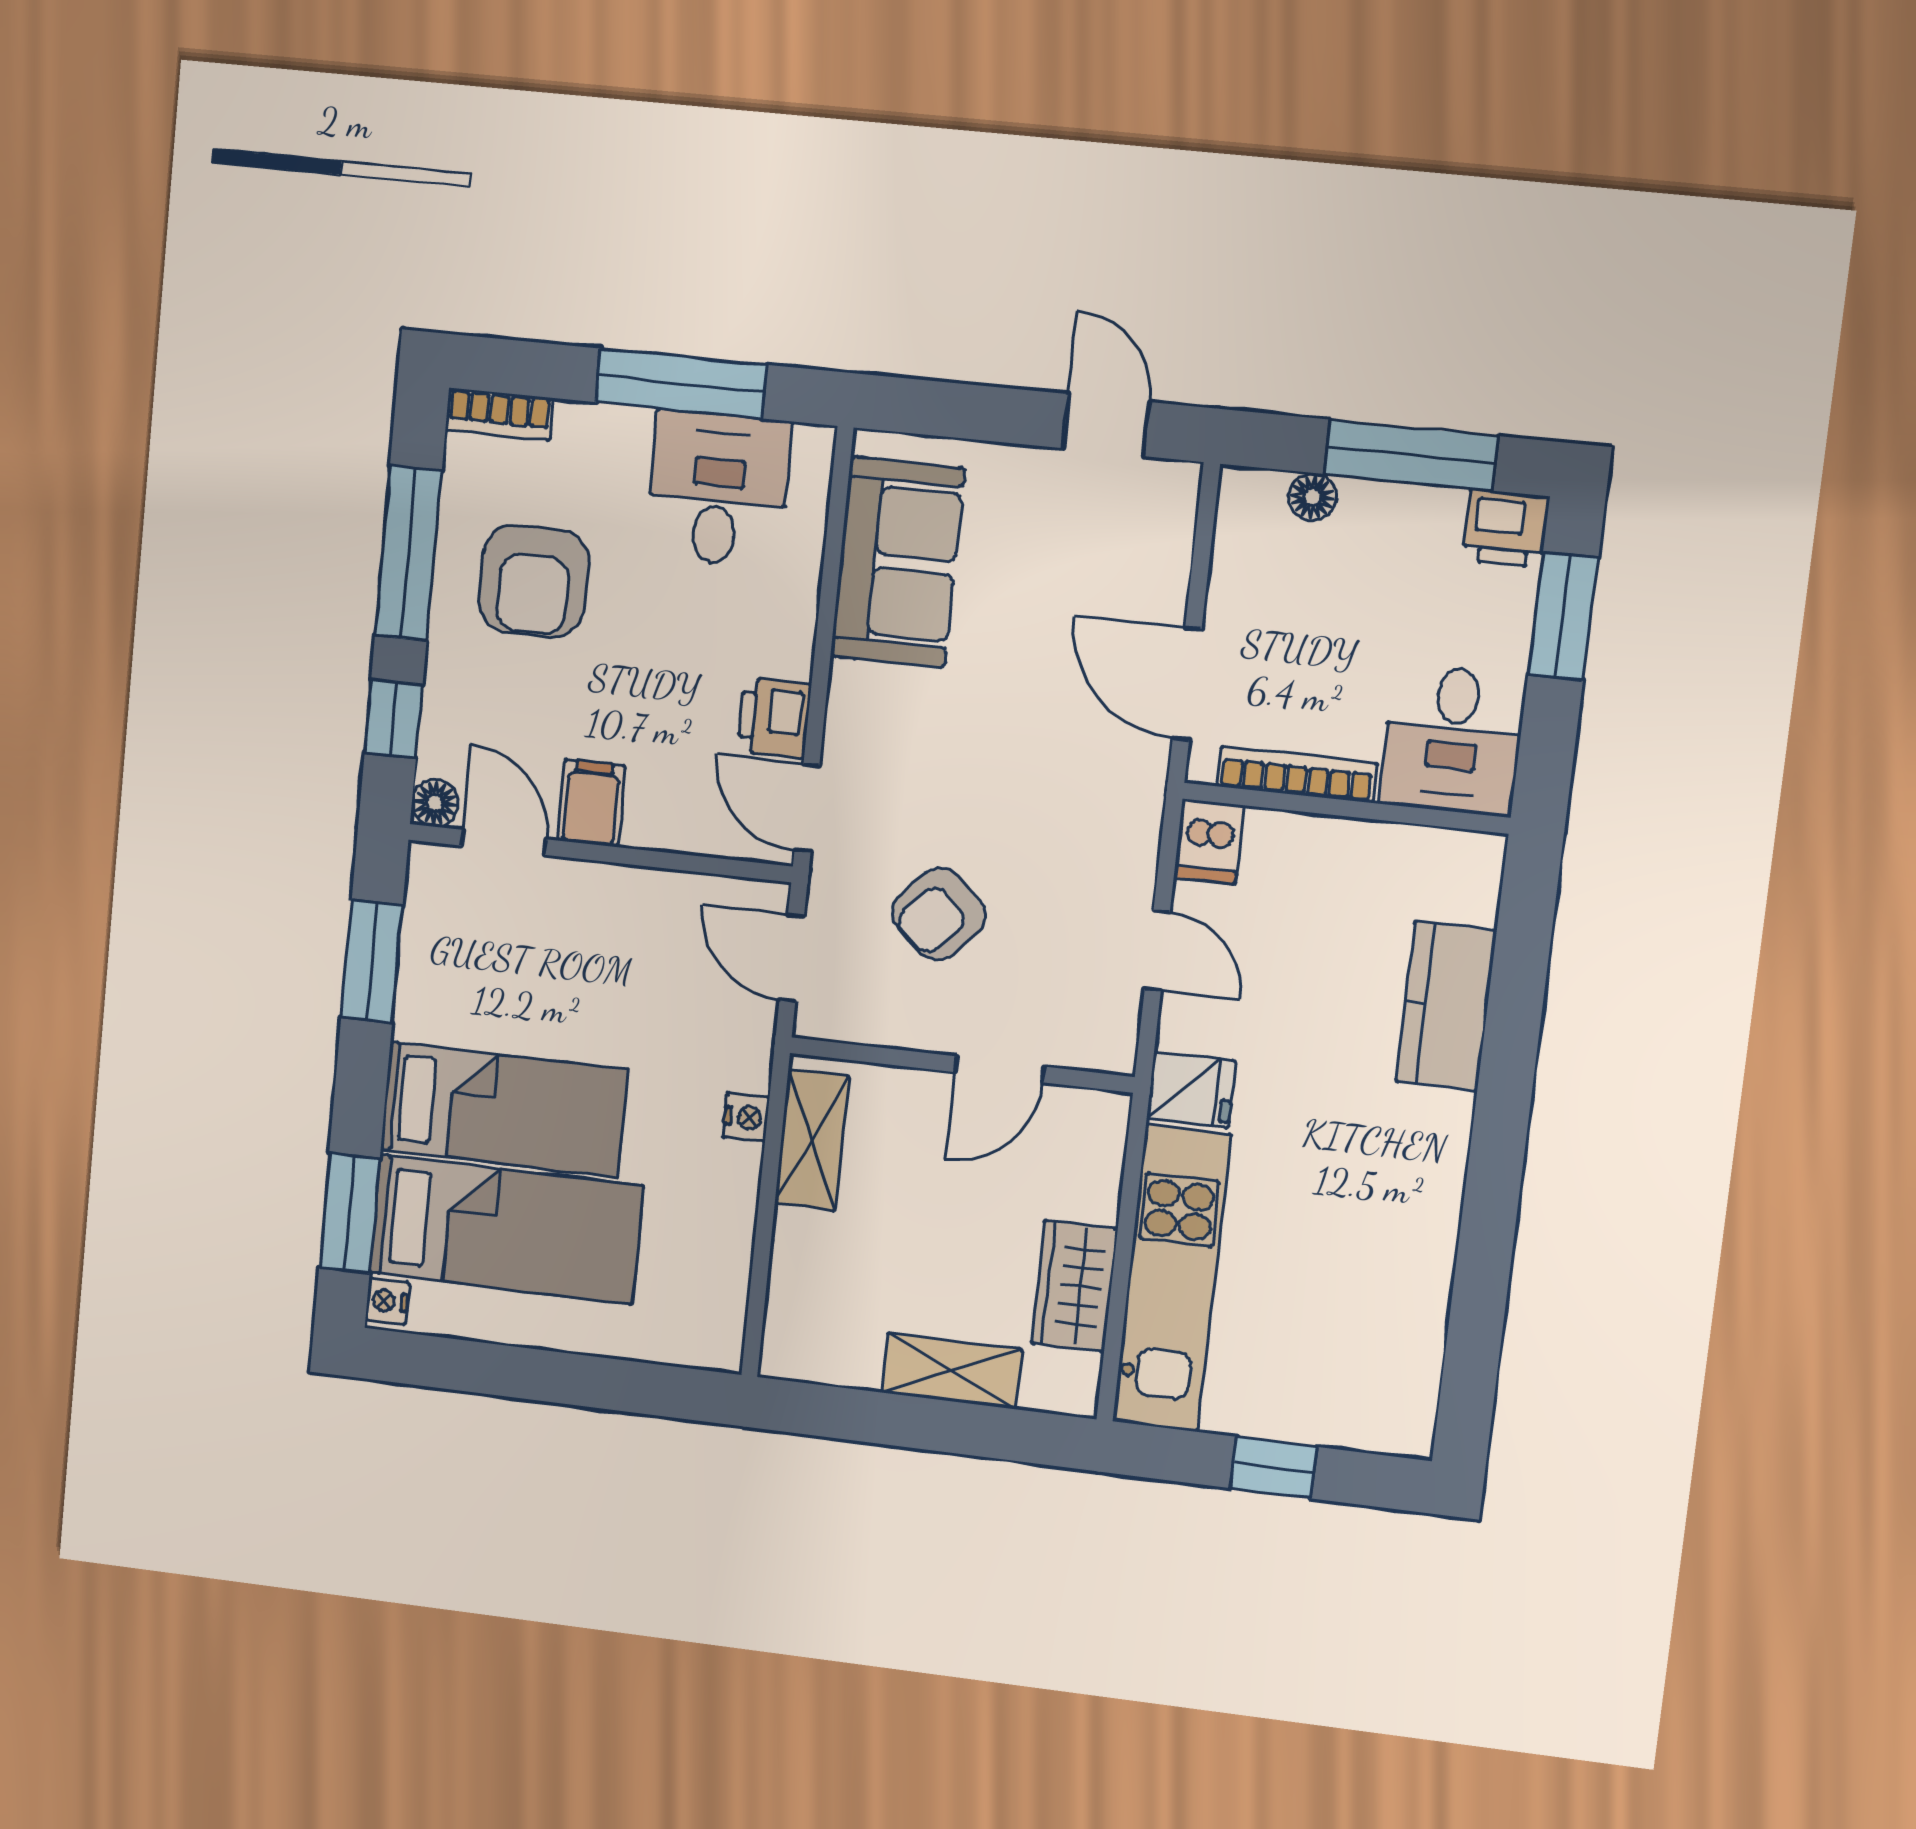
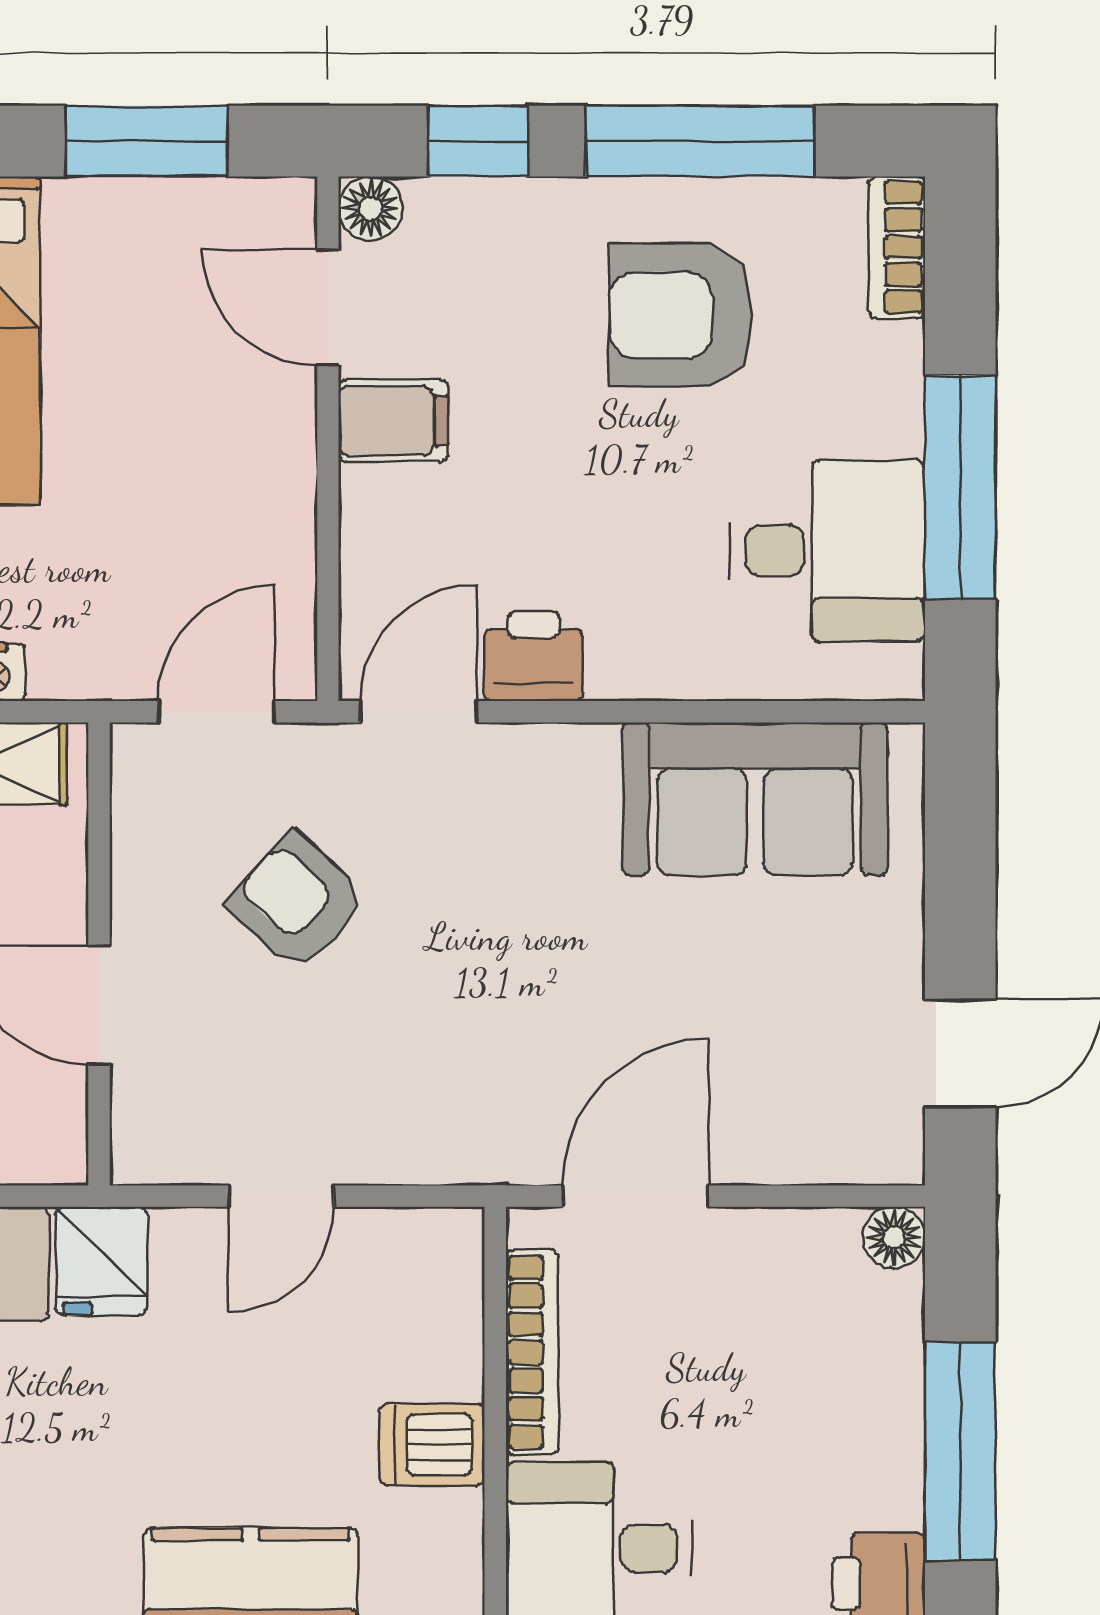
floor lamp: (1312, 497) -> (894, 1238), moved
door: (504, 842) -> (328, 307), swing flipped
dishwasher: (1209, 842) -> (432, 1445), moved

